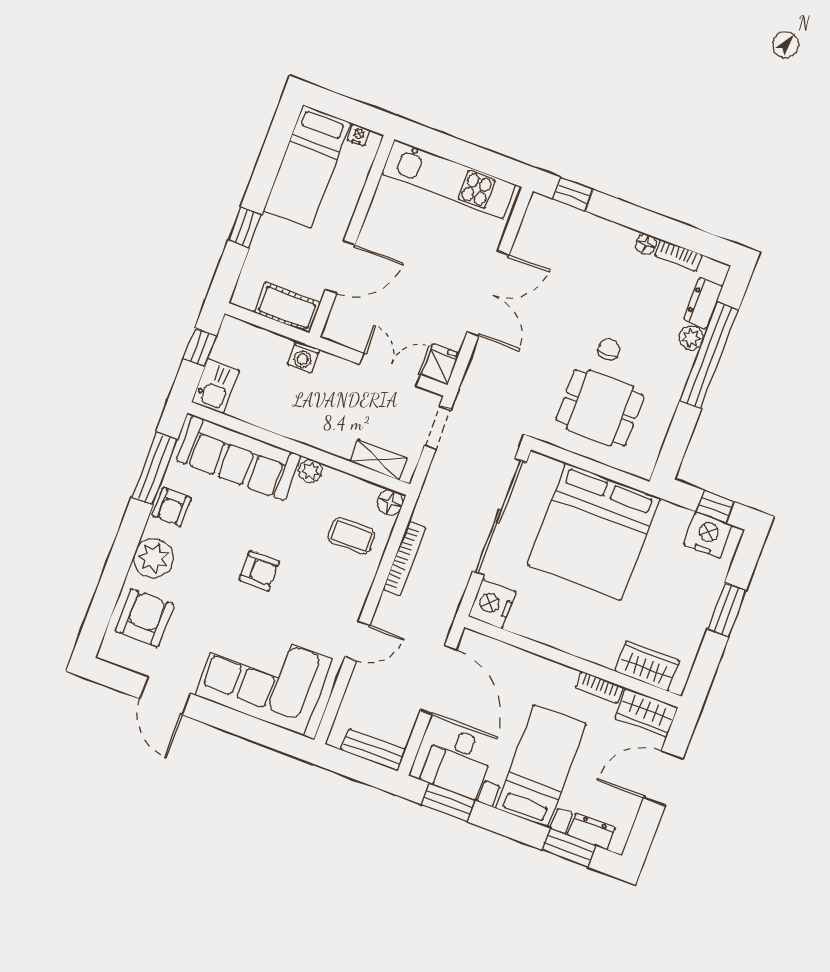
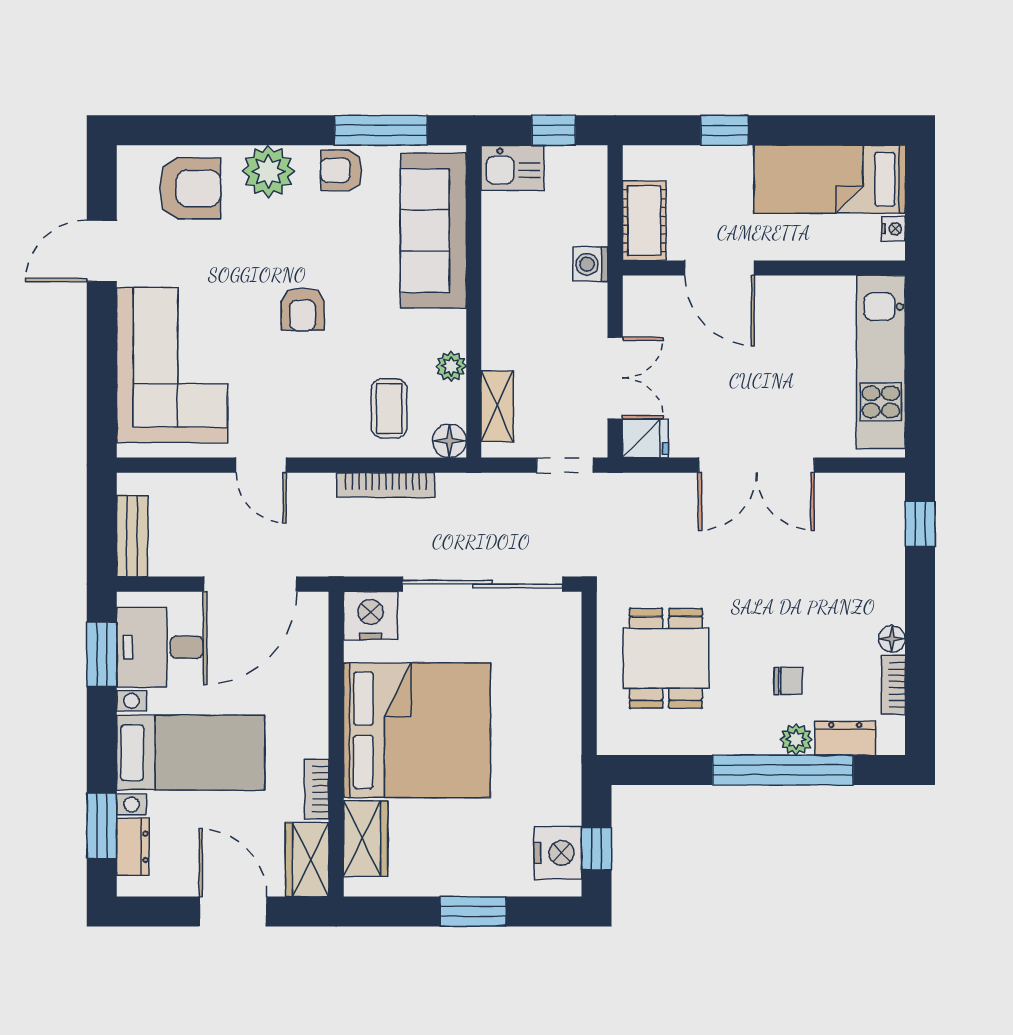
chair: (609, 349) -> (788, 681), moved
plant: (310, 471) -> (451, 366), moved
bed: (593, 532) -> (417, 730), moved, turned 180

